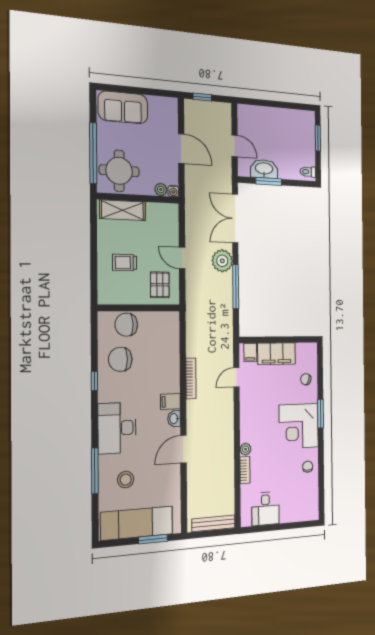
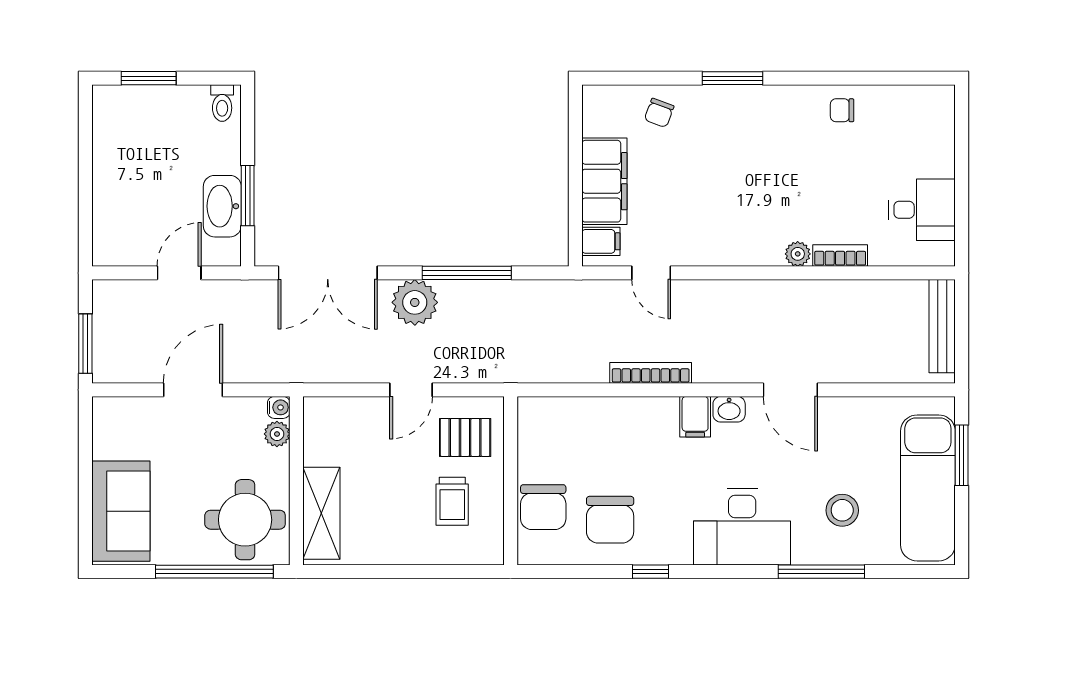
window: (202, 97) -> (85, 344), width x1.50
trolley: (125, 263) -> (452, 501), moved
corner desk: (299, 426) -> (756, 130), removed

